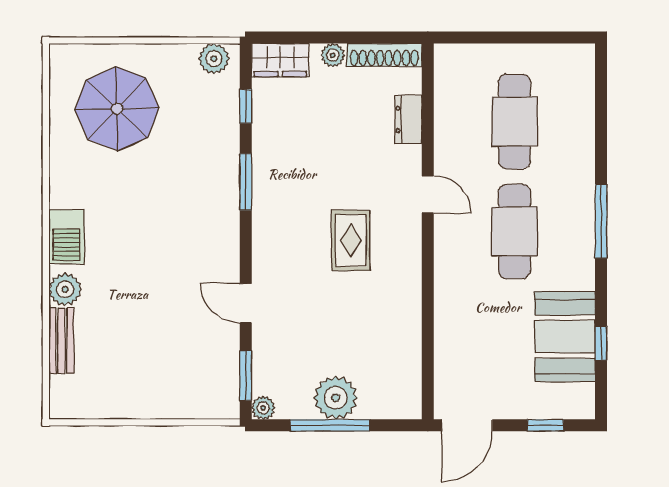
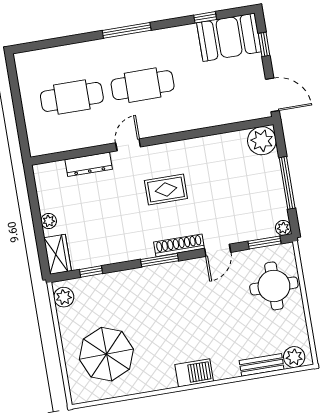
shoe rack: (384, 55) -> (179, 245), moved, turned -90
dresser: (408, 119) -> (89, 164), width x1.44
window: (246, 182) -> (159, 260), moved
plant: (65, 289) -> (294, 357), moved
booth: (565, 337) -> (229, 37), moved
round table: (178, 379) -> (274, 286), added
plant: (336, 398) -> (262, 141), moved

